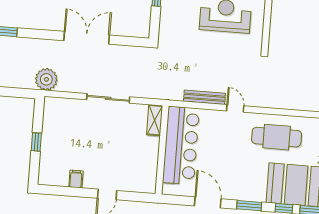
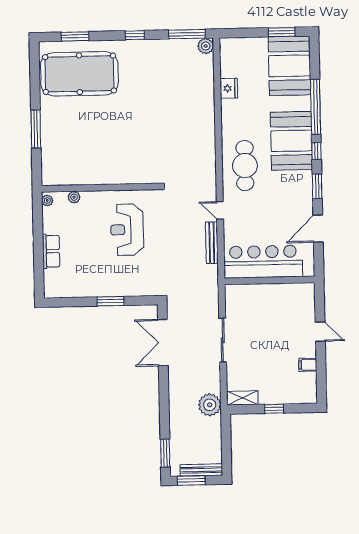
double door: (87, 38) -> (163, 343), moved
door: (235, 108) -> (220, 210), hinge flipped
shelving: (155, 120) -> (242, 398), moved

